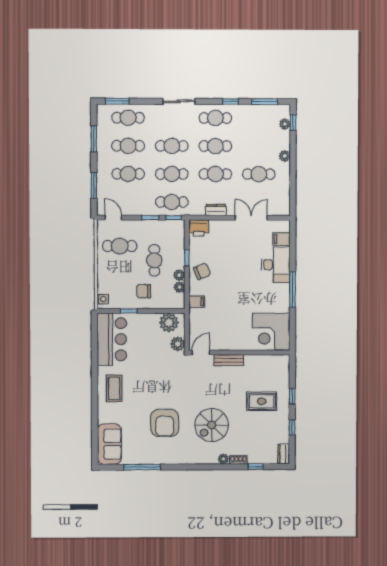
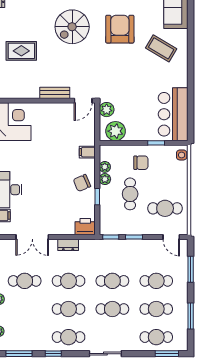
cafe table: (172, 202) -> (112, 253), removed
coffee table: (114, 388) -> (161, 48), moved, turned -59
spiral stairs: (212, 425) -> (72, 27), turned 180

